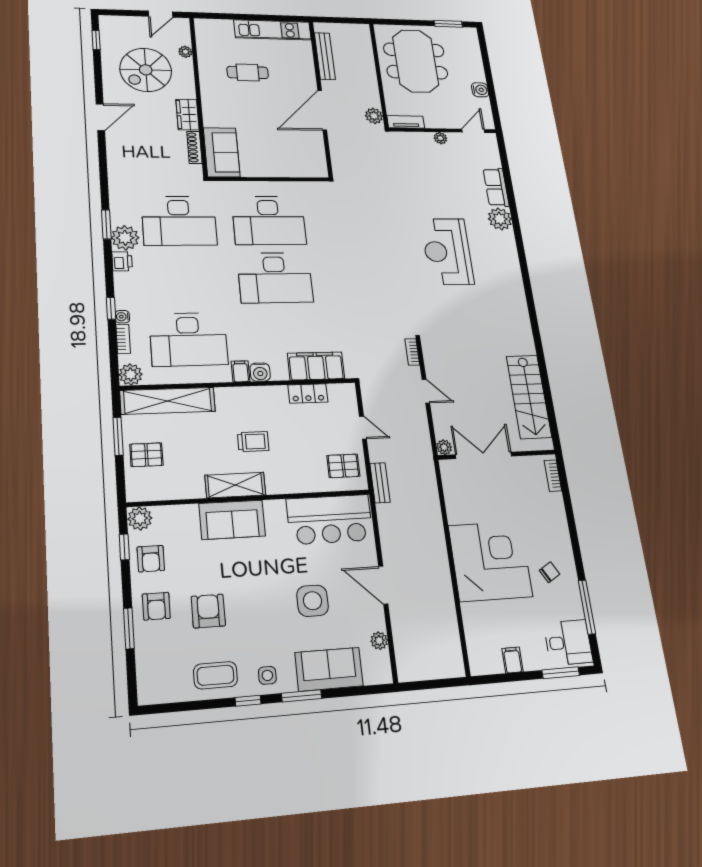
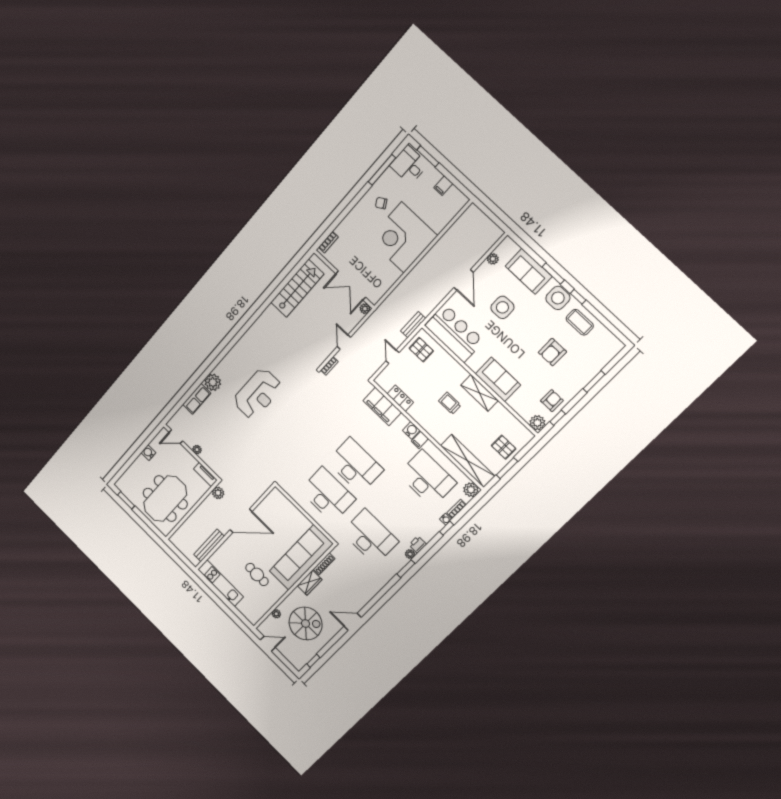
sofa: (222, 152) -> (301, 557), width x1.85, depth x1.27
plant: (125, 238) -> (410, 554), width x0.53, depth x0.53
armchair: (156, 606) -> (572, 378), removed
side table: (267, 675) -> (558, 298), width x1.87, depth x1.87

